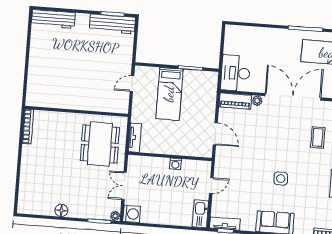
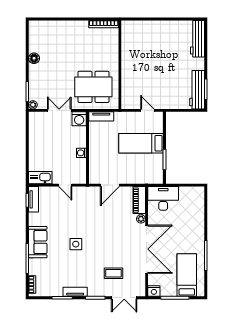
washing machine: (132, 214) -> (79, 119), moved

